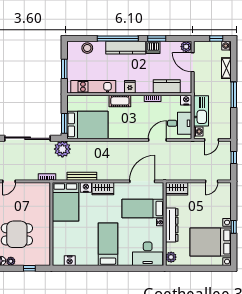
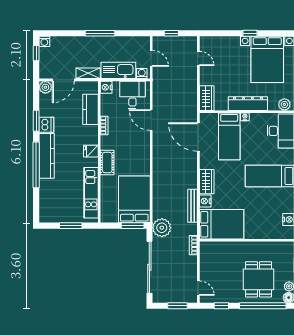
stool: (87, 48) -> (47, 200), removed
shelving: (226, 68) -> (88, 73), moved

